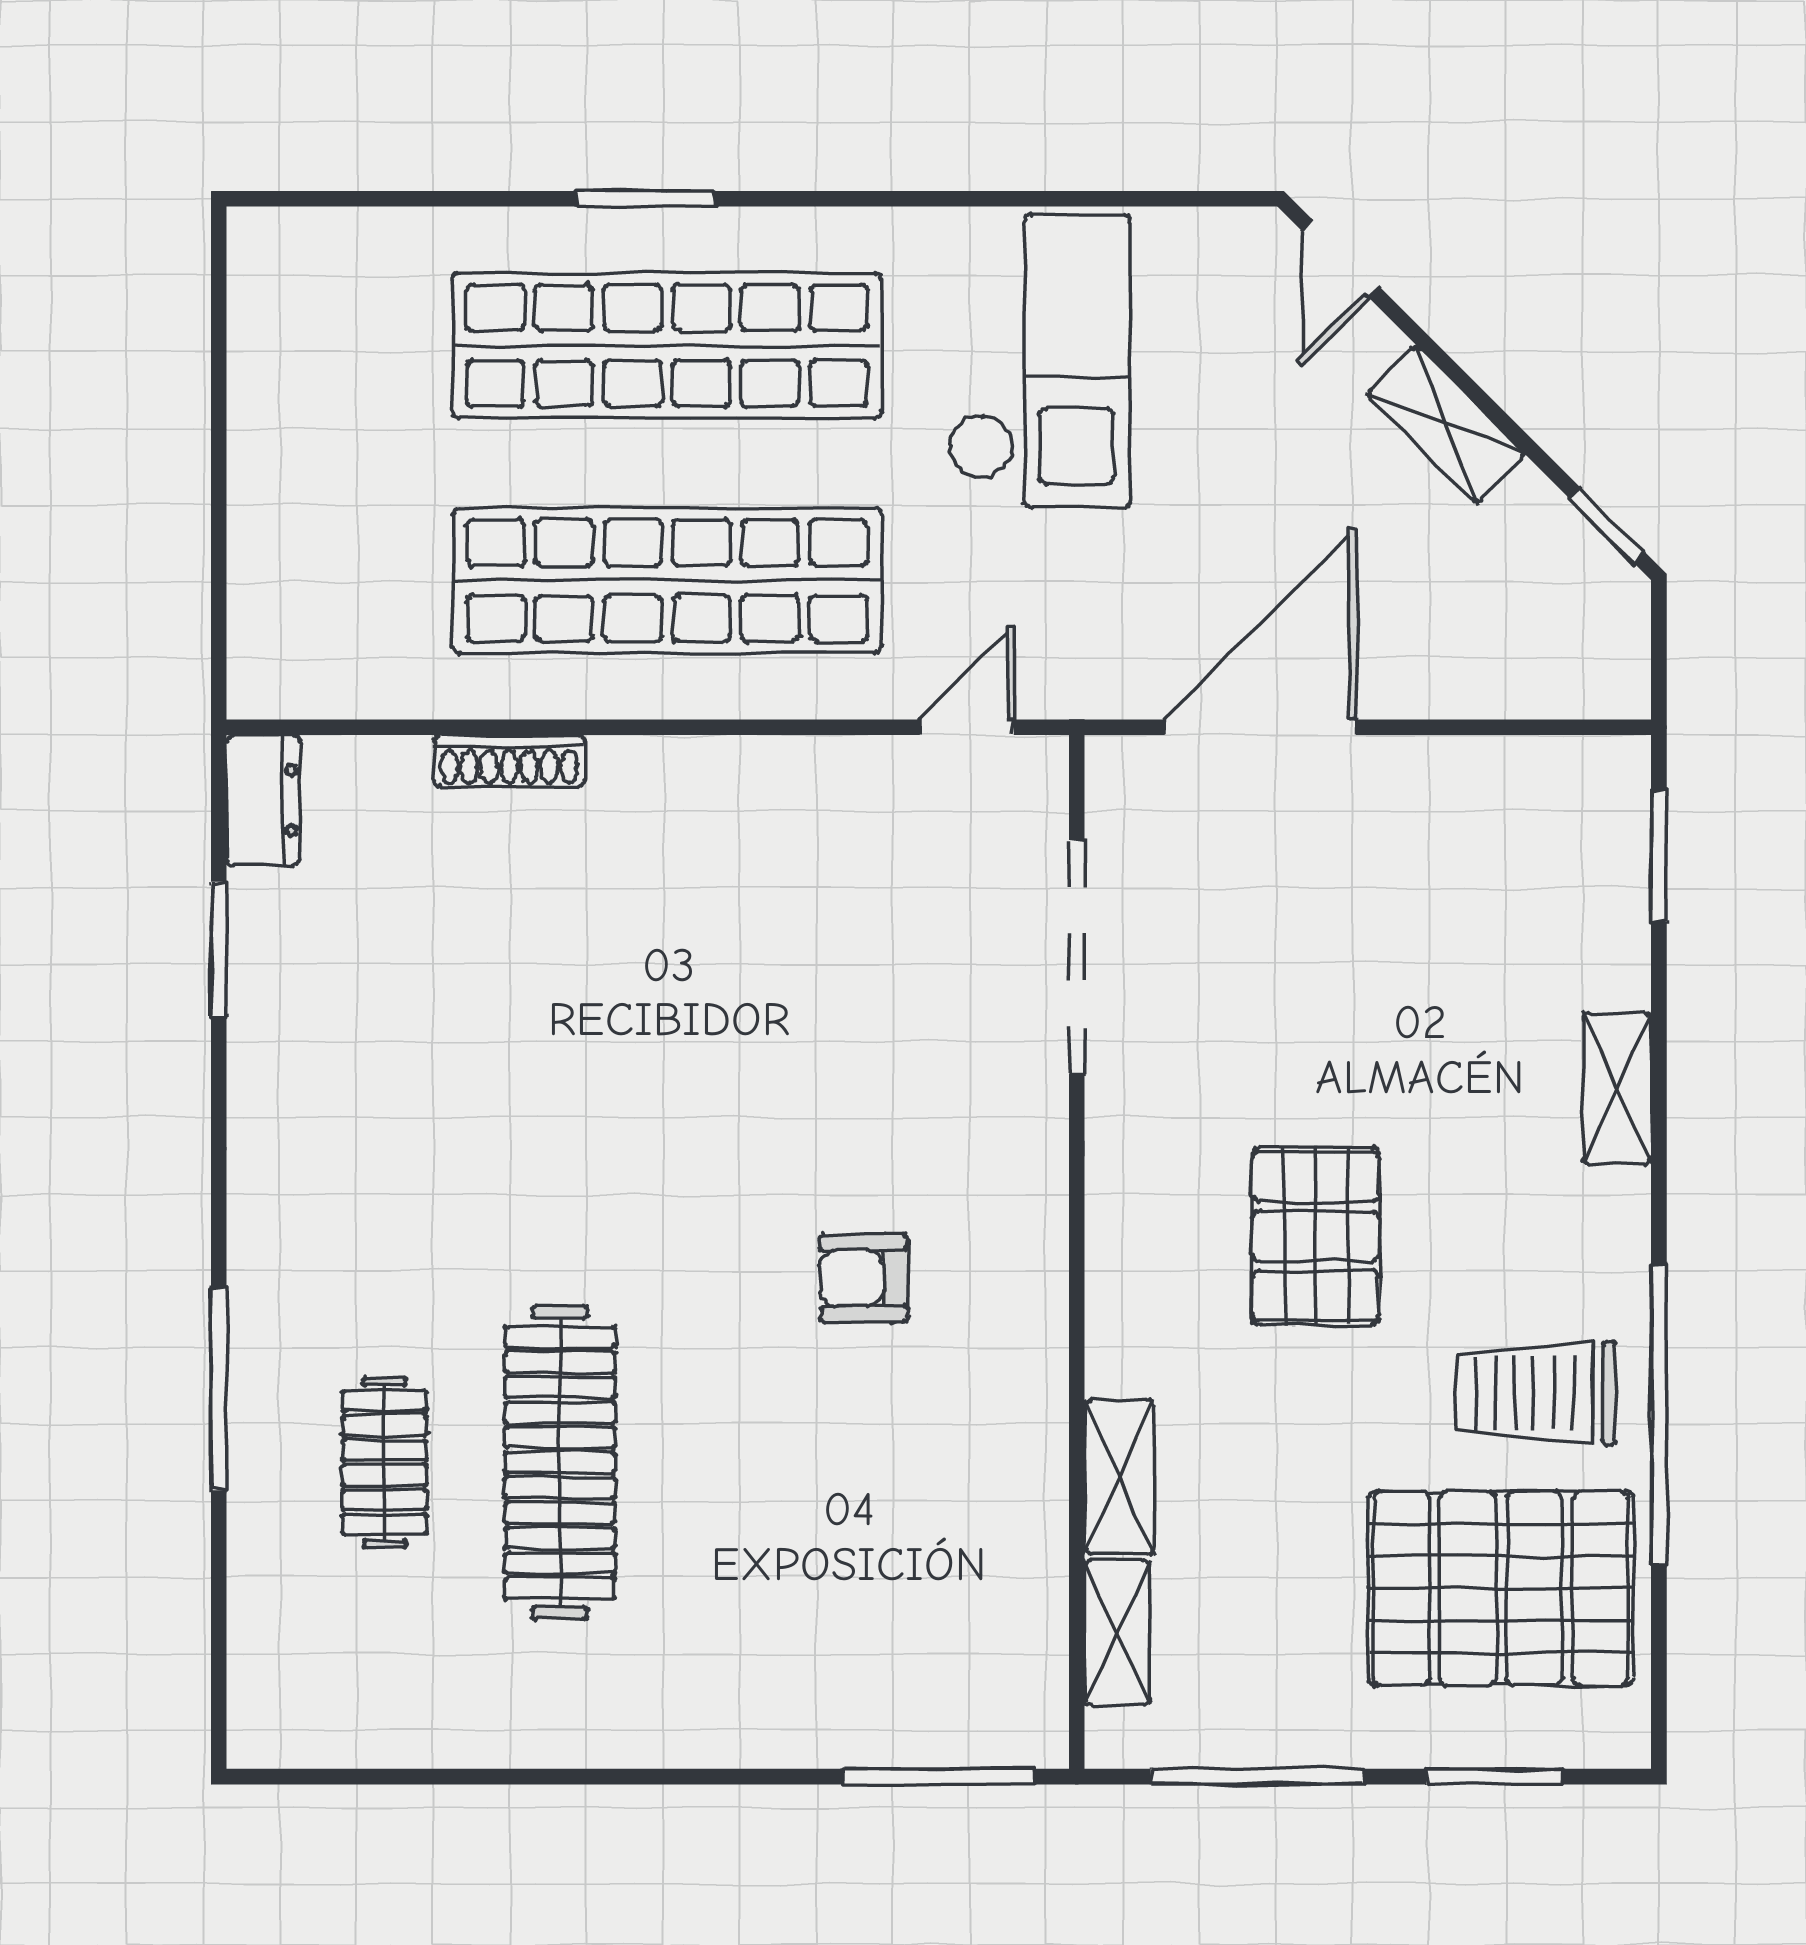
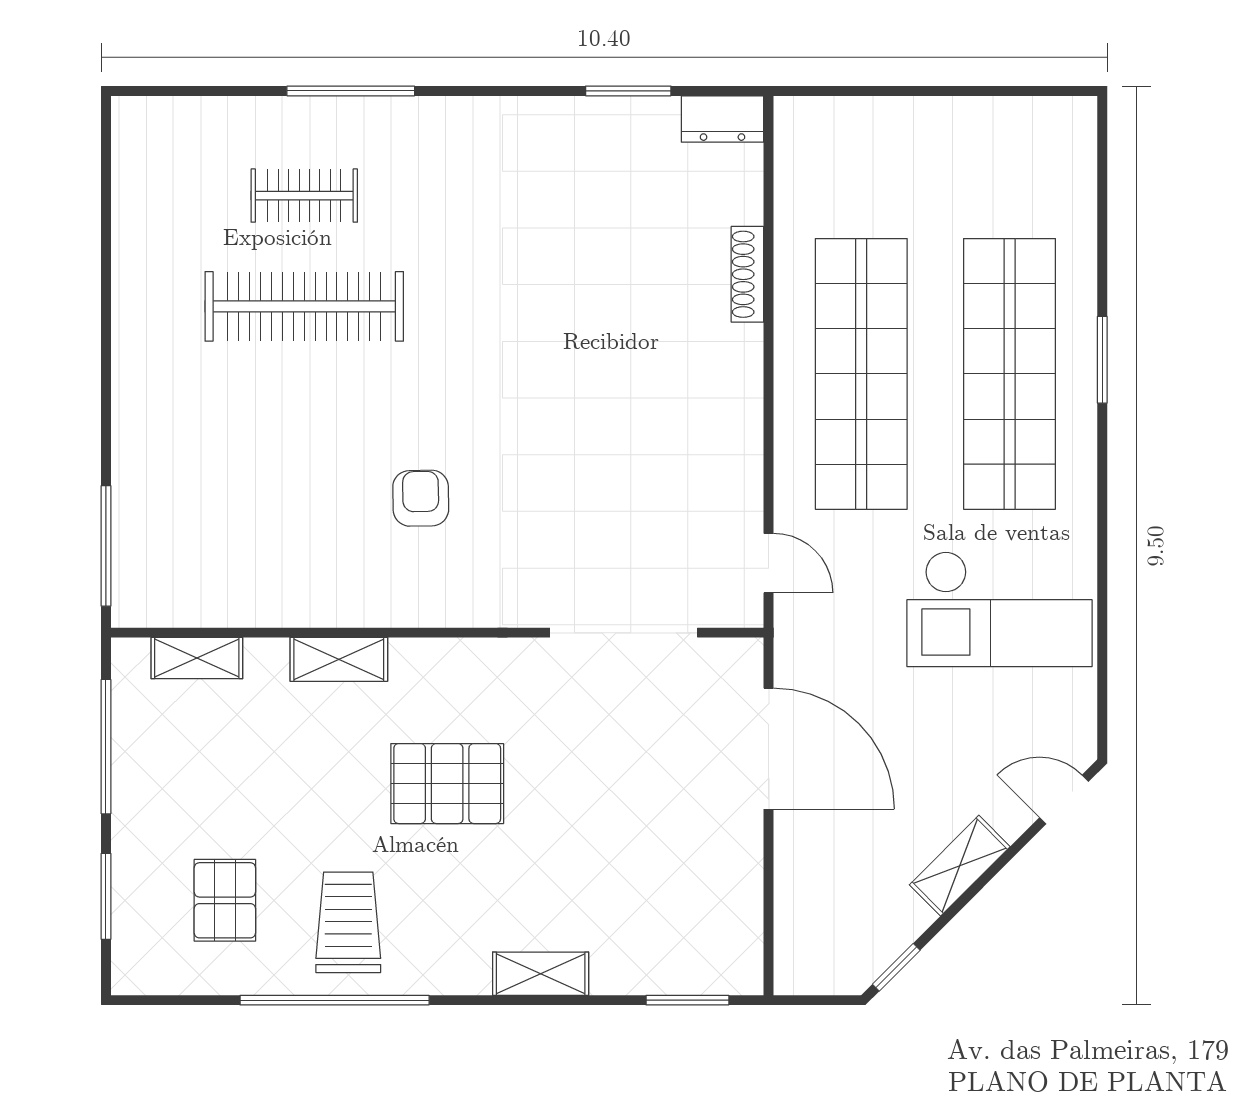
shelving: (1119, 1477) -> (339, 659), moved
pallet: (1501, 1588) -> (225, 900), width x0.49, depth x0.50

